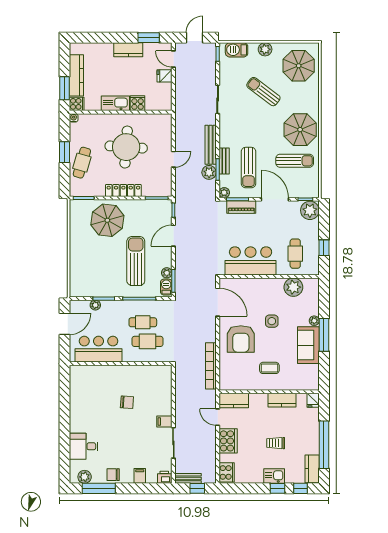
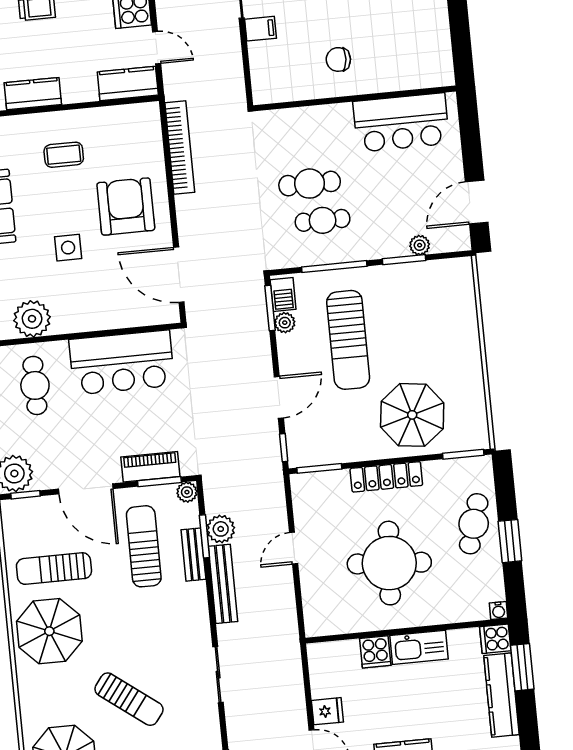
bar counter: (99, 349) -> (401, 123), moved
wall: (121, 364) -> (355, 98), moved

